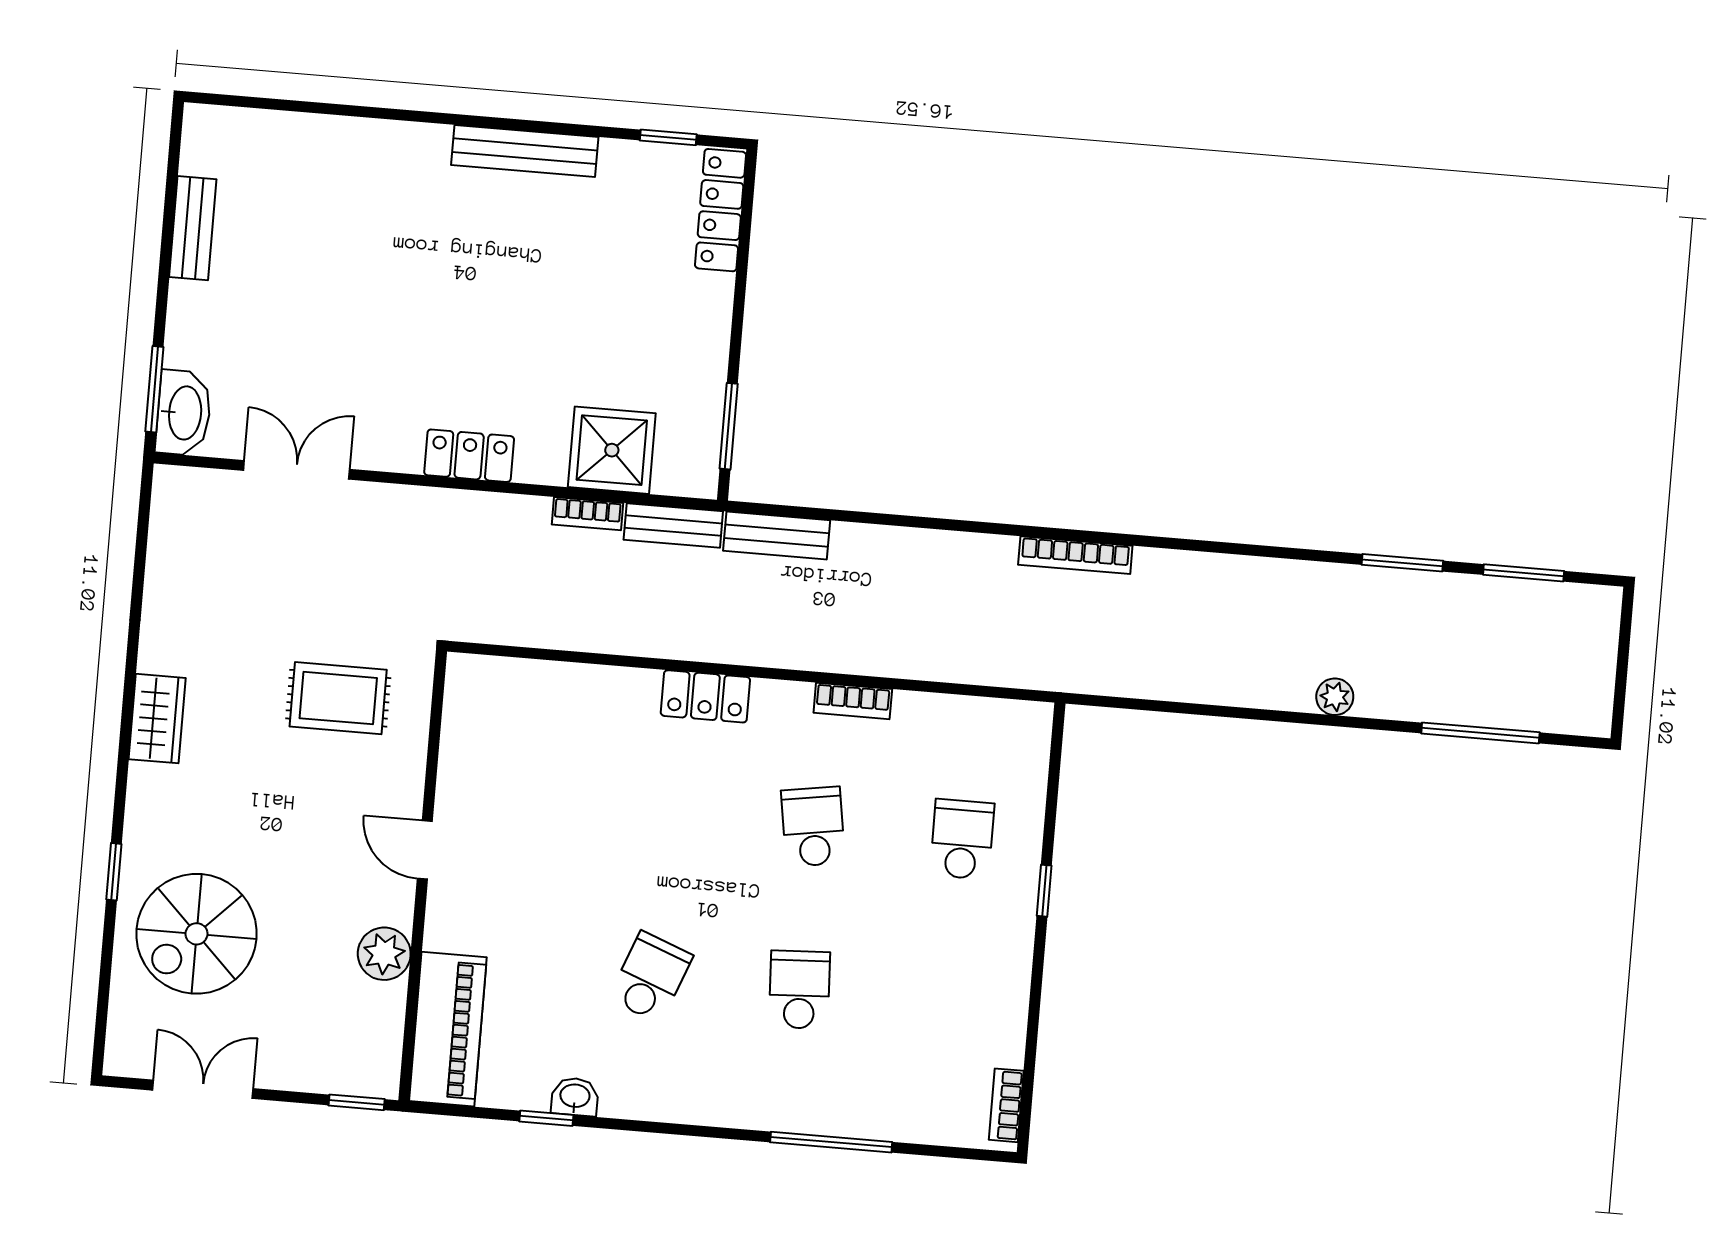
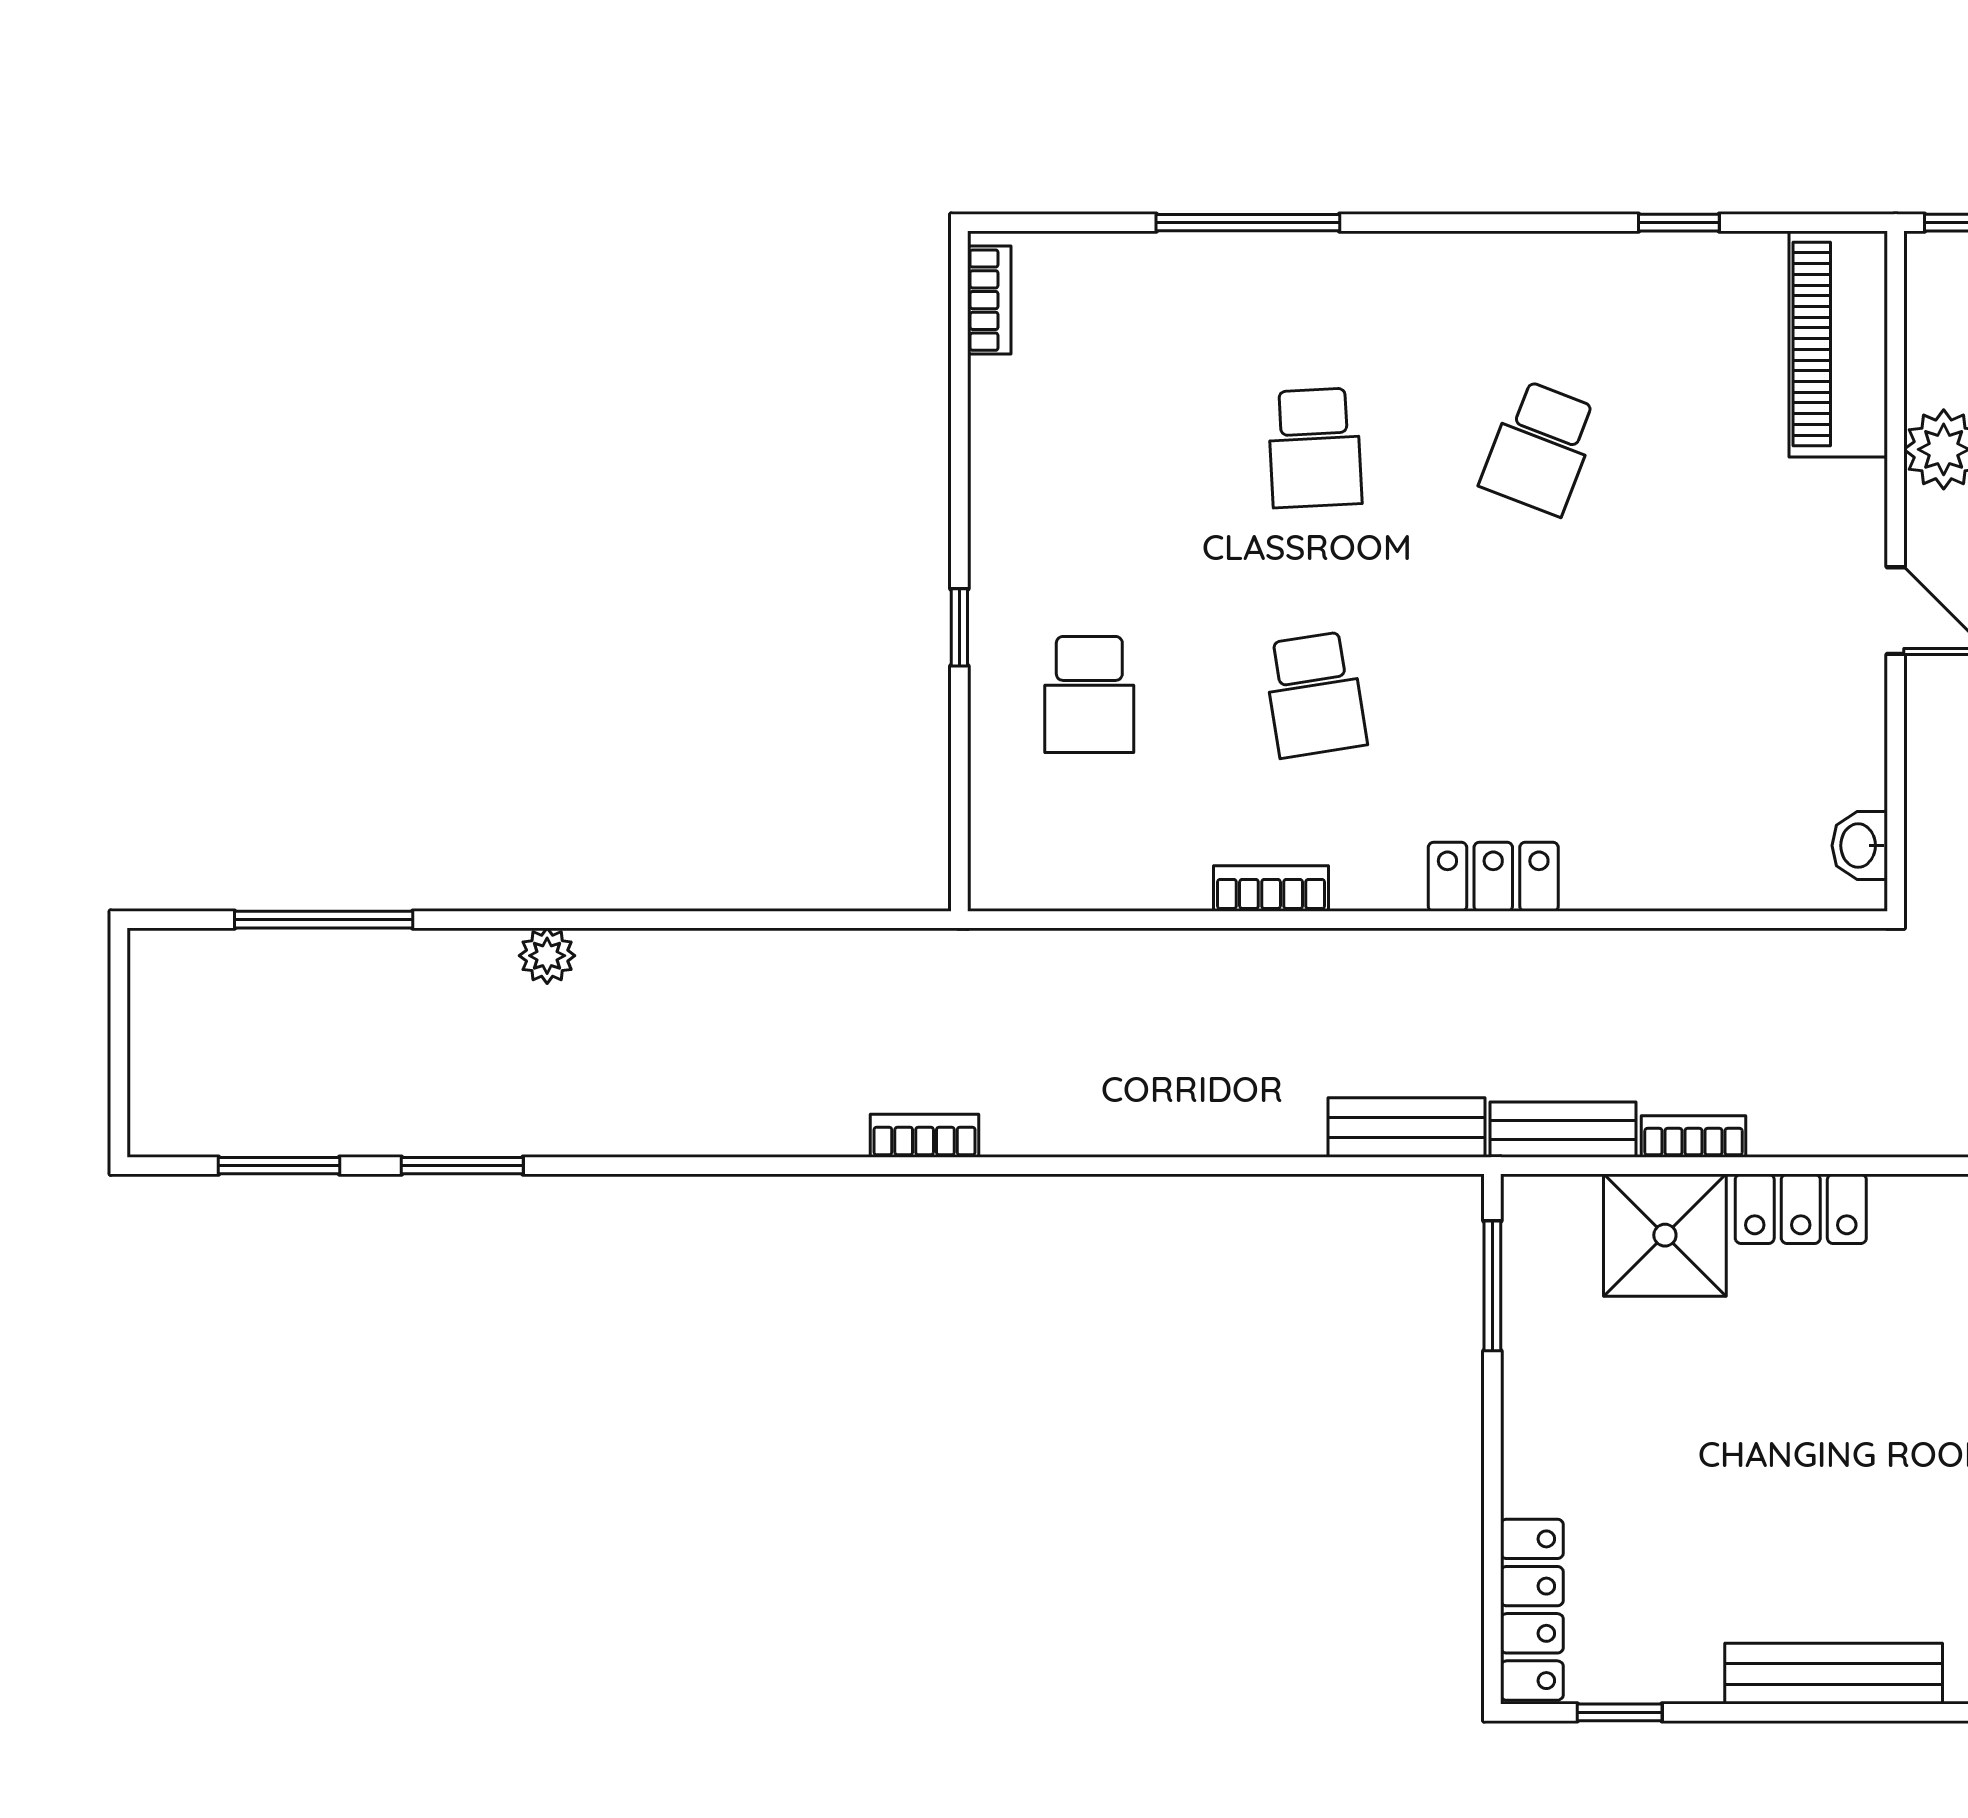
locker: (469, 456) -> (1801, 1209), moved
bookcase: (1075, 555) -> (925, 1136), width x0.64
washbasin: (575, 1097) -> (1860, 846), moved, turned 90

